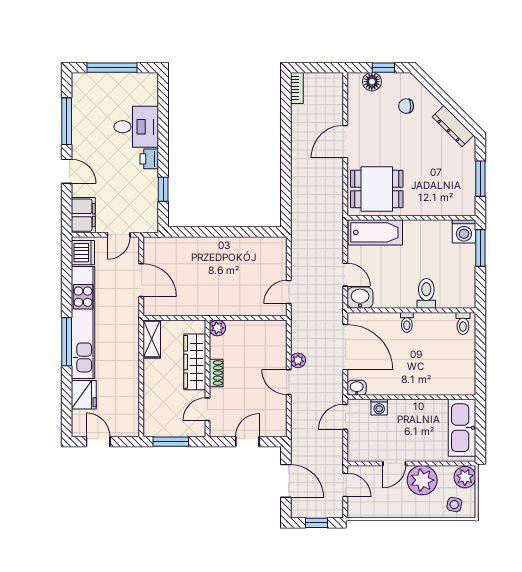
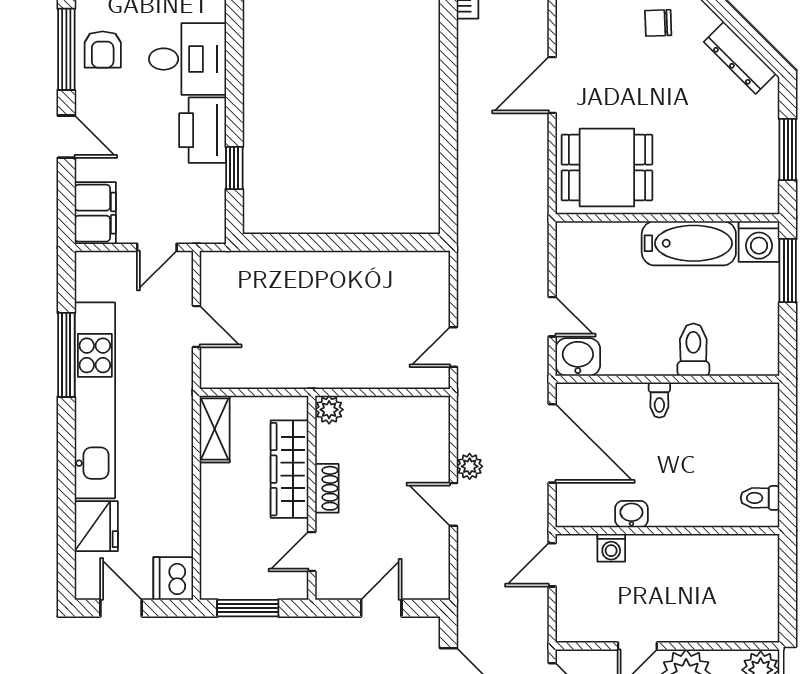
armchair: (88, 121) -> (103, 50), added
printer: (149, 159) -> (203, 130), width x1.87, depth x1.48
bathtub: (375, 232) -> (689, 243), moved
dishwasher: (83, 253) -> (173, 579), moved, turned 180
door: (141, 280) -> (196, 326), width x0.73
toilet: (463, 323) -> (760, 498), moved, turned 90
window: (67, 342) -> (66, 355), moved
washbasin: (357, 388) -> (631, 514), moved
kitchen sink: (462, 428) -> (756, 584), removed

